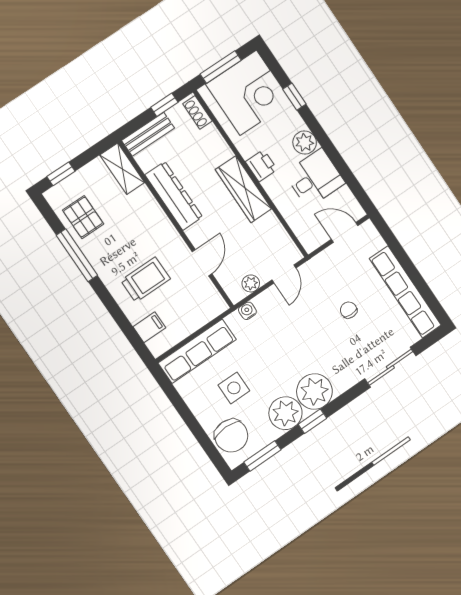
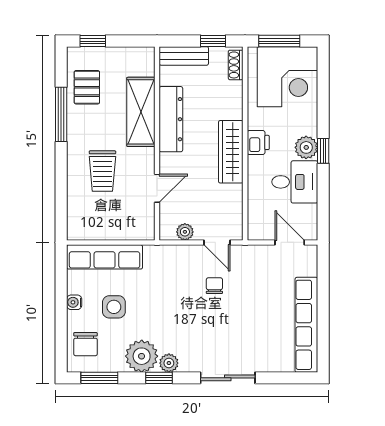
window: (294, 97) -> (323, 151), moved
shelving: (122, 169) -> (141, 112), moved, width x1.50, depth x1.33
door: (284, 274) -> (217, 242), hinge flipped
trolley: (145, 280) -> (102, 171), turned 90
chair: (349, 310) -> (214, 286), moved
water cooler: (247, 311) -> (74, 302), moved, turned -90
filing cabinet: (149, 327) -> (79, 211), removed
sliding door: (390, 367) -> (228, 378), moved
plant: (314, 391) -> (169, 363), width x0.53, depth x0.53
chair: (231, 436) -> (85, 344), width x0.73, depth x0.73

